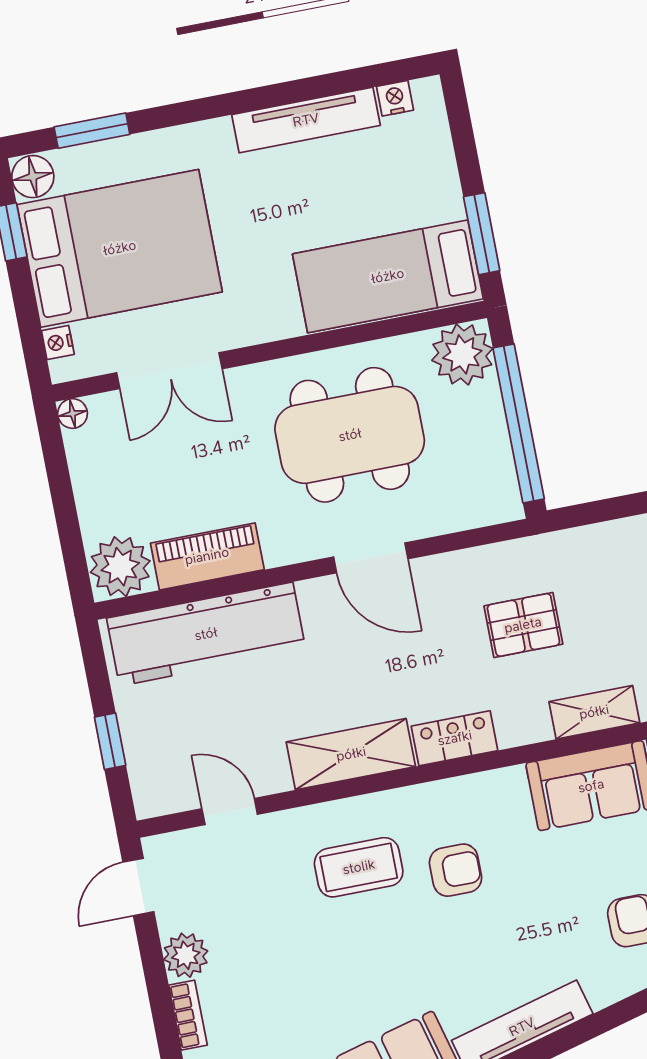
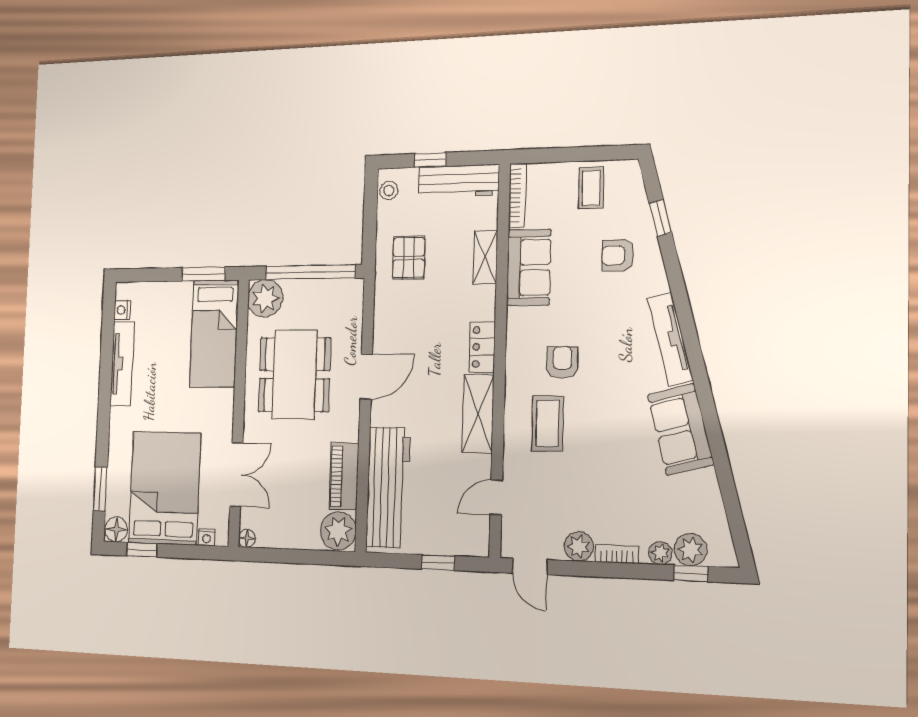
pallet: (523, 625) -> (409, 258), moved

